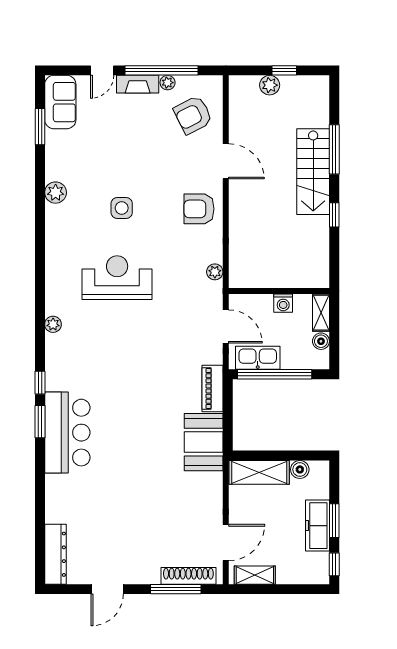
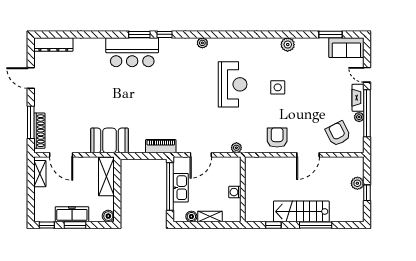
wall: (279, 291) -> (243, 189), moved
washing machine: (283, 303) -> (235, 192), moved
kitchen sink: (258, 358) -> (181, 188), moved
booth: (204, 442) -> (110, 140), moved
boiler: (300, 469) -> (108, 216), moved

